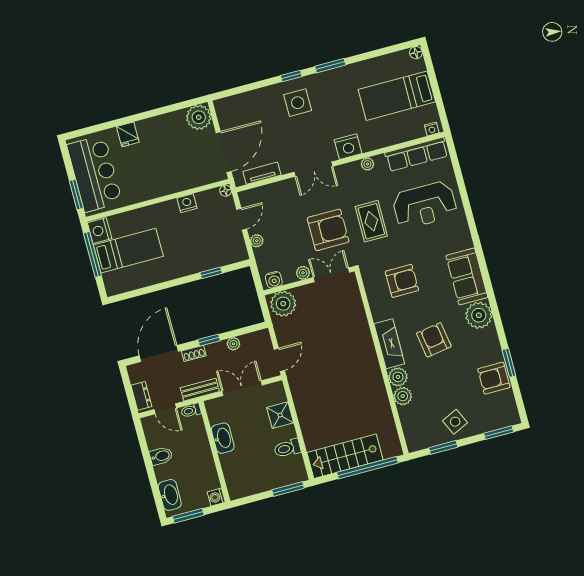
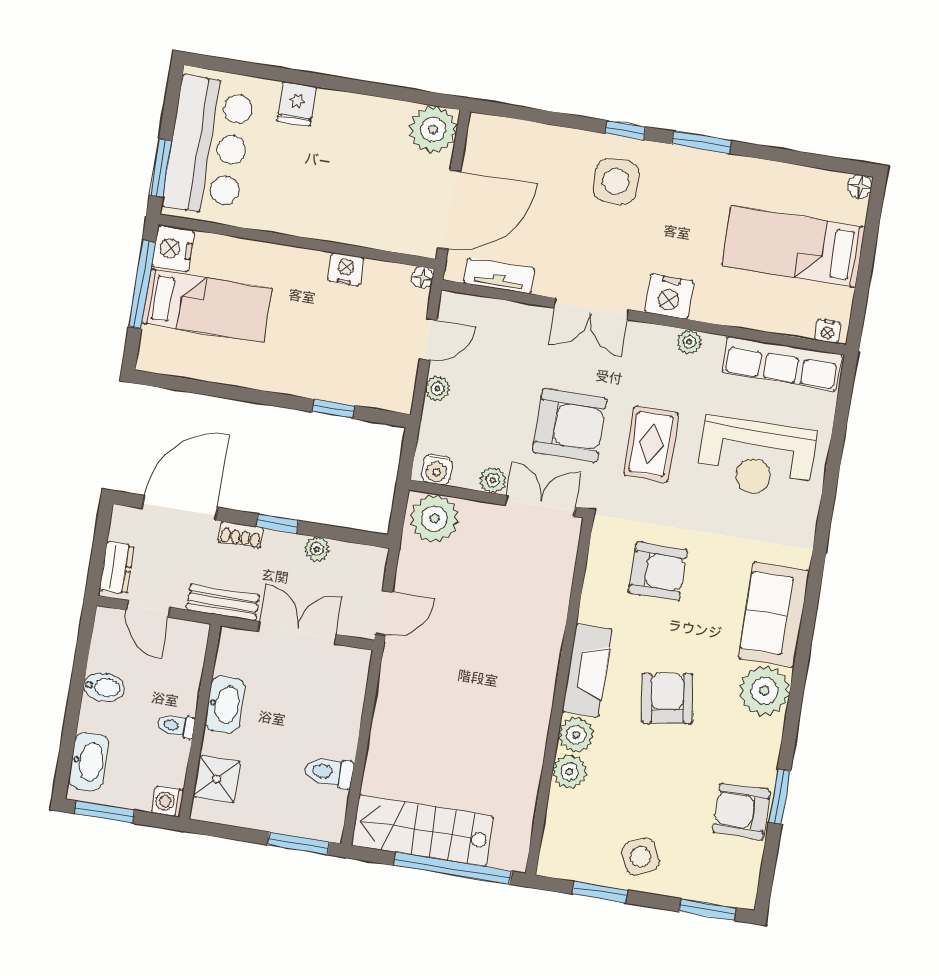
toilet: (191, 411) -> (176, 726), moved
shower: (280, 415) -> (217, 779), moved

